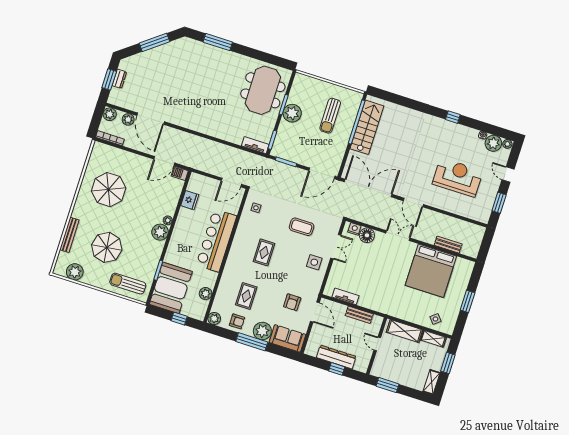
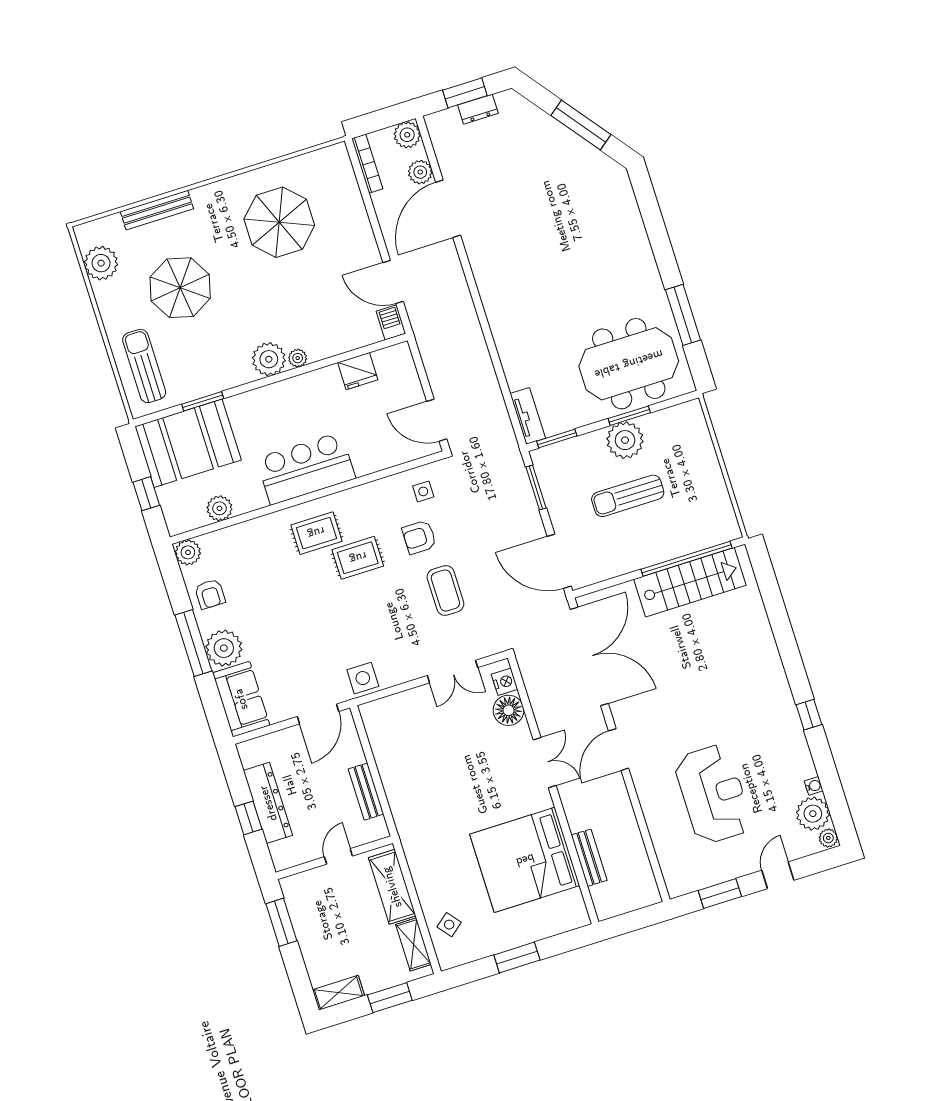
window: (218, 42) -> (683, 315), moved
sun lounger: (330, 116) -> (628, 496), moved
bar counter: (216, 240) -> (306, 468), width x0.73
side table: (314, 262) -> (363, 678), moved
rug: (246, 296) -> (316, 533), moved
tv unit: (346, 296) -> (381, 747), removed
armchair: (292, 302) -> (419, 537), moved

